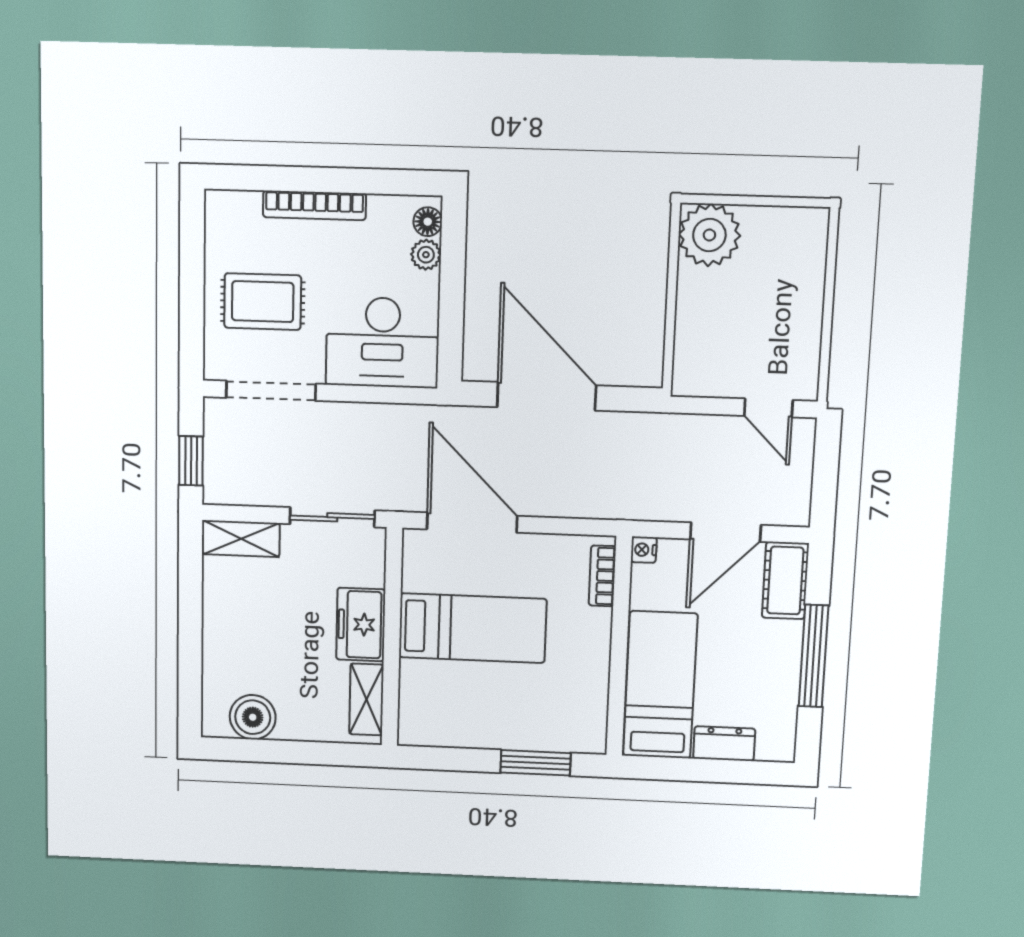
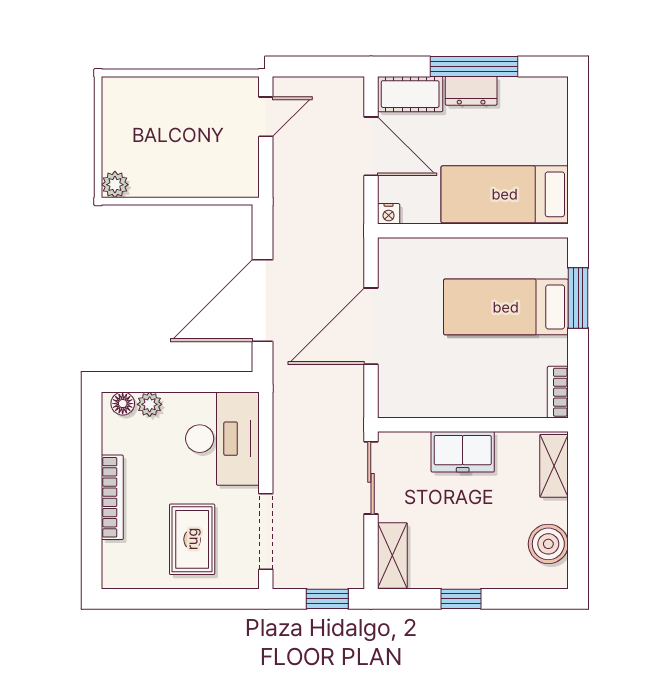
plant: (709, 235) -> (115, 185), width x0.53, depth x0.53
door: (472, 523) -> (371, 326), moved
bookcase: (602, 576) -> (558, 392), moved, turned 90
window: (190, 616) -> (461, 599), added
bed: (473, 628) -> (506, 307), moved, turned -90
shelving: (366, 699) -> (554, 466), moved, turned 90
dresser: (724, 744) -> (471, 91), moved, turned -90

